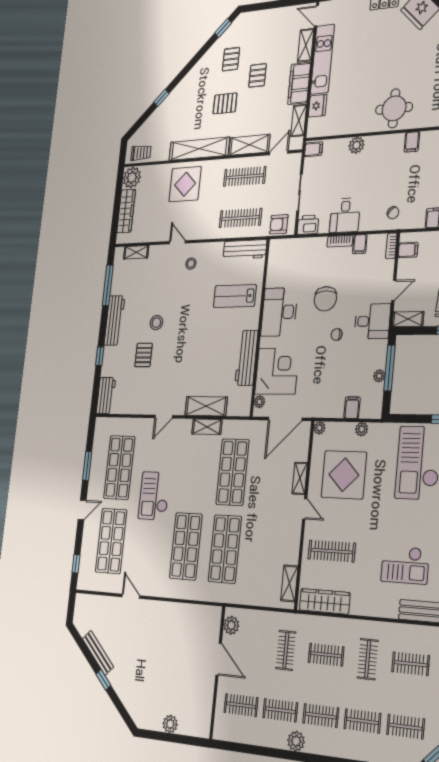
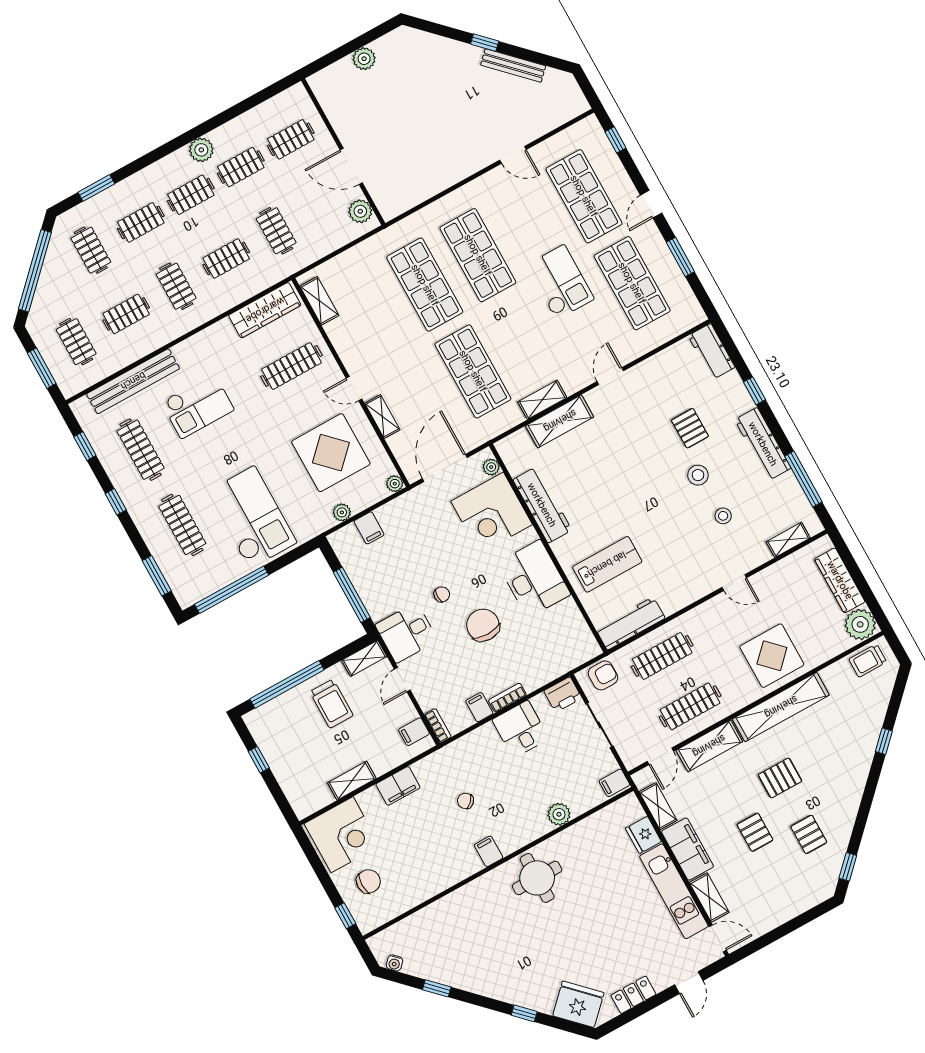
chair: (393, 213) -> (465, 801), moved
stool: (191, 264) -> (723, 516), moved
plant: (379, 376) -> (359, 580), removed
checkout: (405, 565) -> (198, 406), turned 180
clothes rail: (406, 727) -> (91, 250), turned 90

